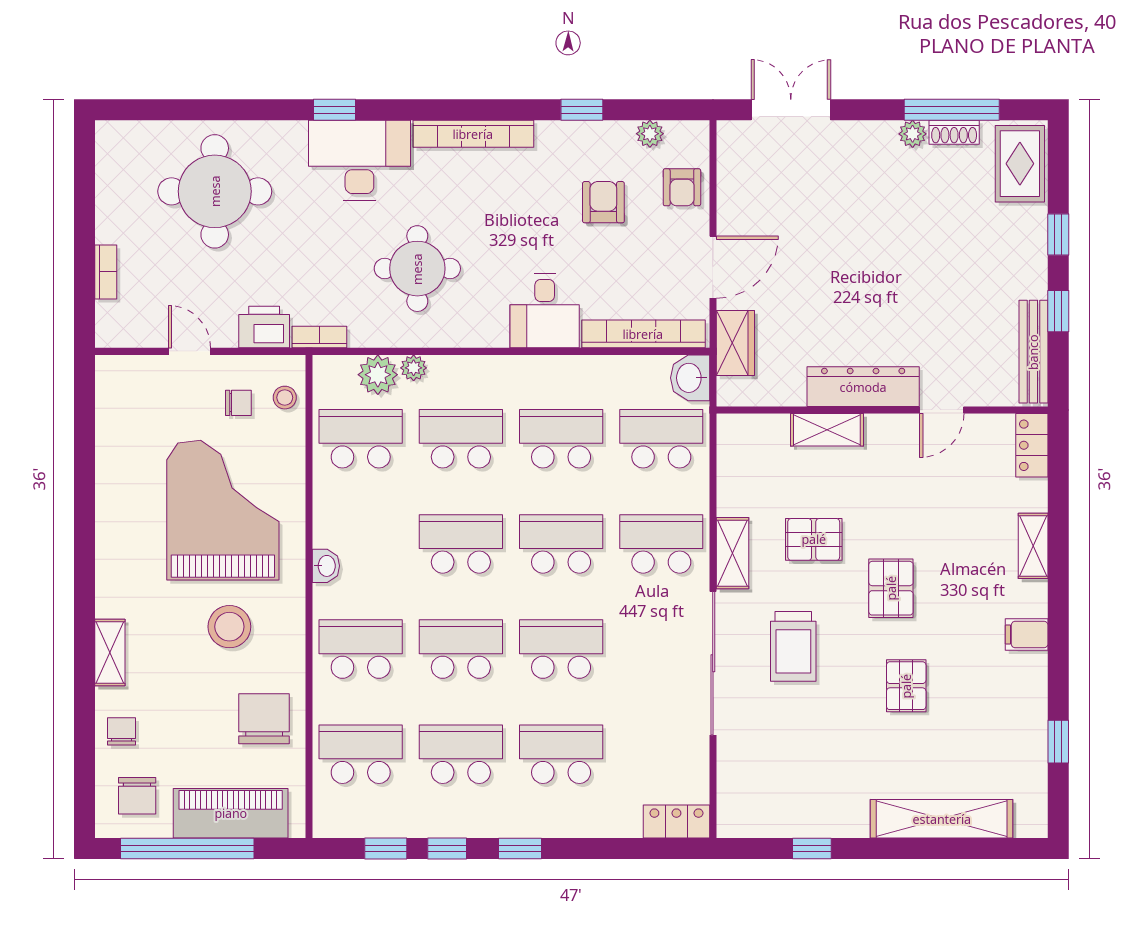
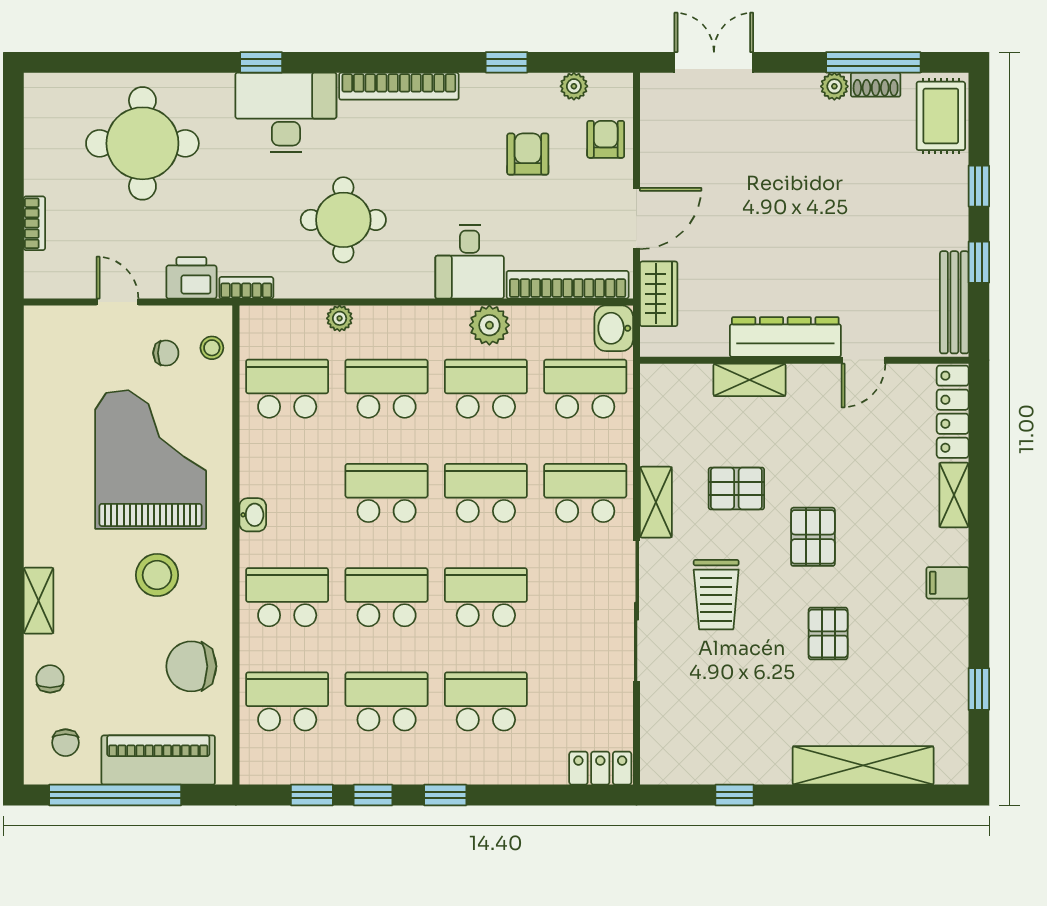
armchair: (682, 187) -> (606, 139), turned 180
plant: (378, 375) -> (489, 325), moved
locker: (1032, 445) -> (953, 412), width x1.53
chair: (264, 719) -> (191, 666), turned -90
chair: (137, 796) -> (66, 743), width x0.73, depth x0.73

